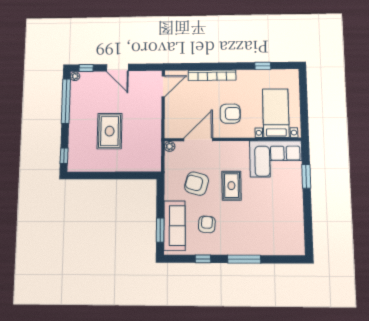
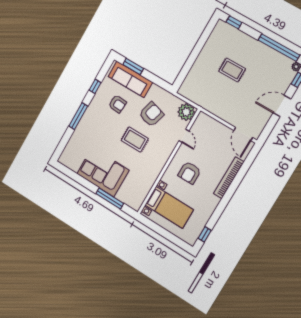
window: (263, 66) -> (205, 234), moved
rug: (110, 131) -> (232, 70), width x0.73, depth x0.70
door: (198, 140) -> (184, 136), width x0.53
plant: (170, 146) -> (186, 112), width x1.87, depth x1.87
corner sofa: (276, 159) -> (103, 172), moved, turned 90
window: (306, 176) -> (110, 198), width x1.44

